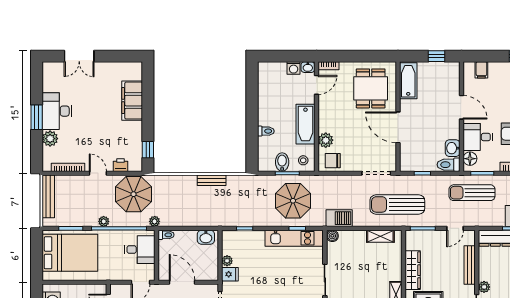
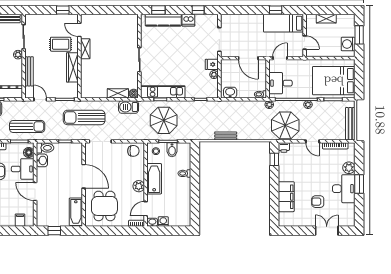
armchair: (91, 94) -> (318, 202), added
plant: (326, 140) -> (139, 186), moved
printer: (120, 165) -> (284, 148), moved
sun lounger: (397, 204) -> (84, 117), turned 180
door: (455, 228) -> (40, 99), hinge flipped
shelving: (380, 236) -> (118, 93), moved

